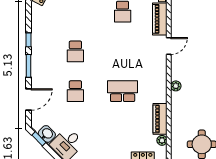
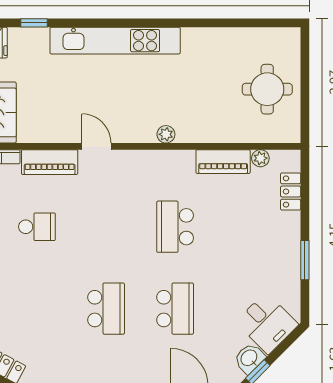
school desk: (75, 51) -> (106, 309), width x1.85
school desk: (75, 91) -> (175, 309), width x1.85

